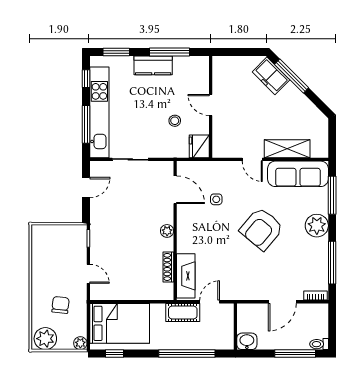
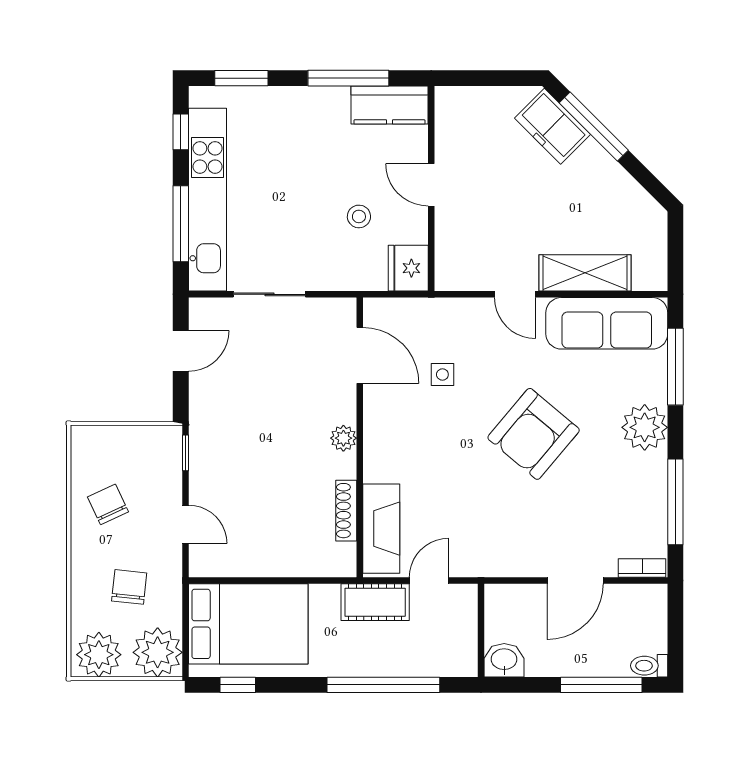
kitchen counter: (153, 65) -> (389, 105), moved
chair: (50, 264) -> (108, 504), added
plant: (80, 343) -> (158, 652), width x1.87, depth x1.87

